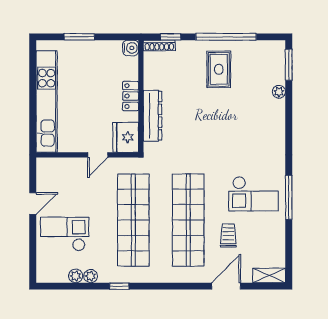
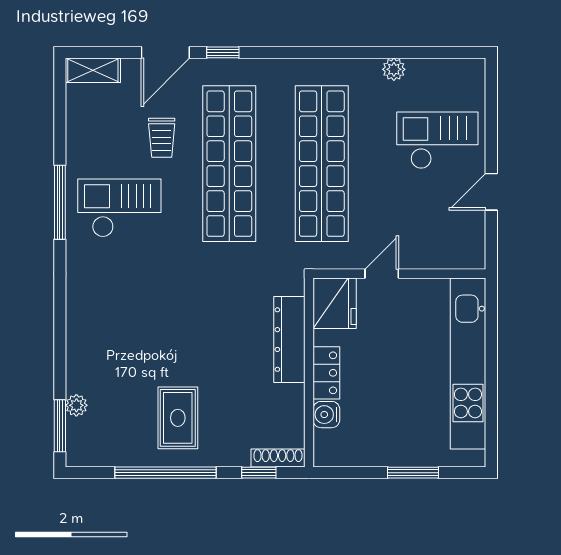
water cooler: (131, 48) -> (326, 415), moved
plant: (279, 92) -> (76, 405), moved
checkout: (65, 234) -> (437, 140), turned 180
plant: (76, 276) -> (419, 70), removed
window: (119, 286) -> (223, 52), moved

